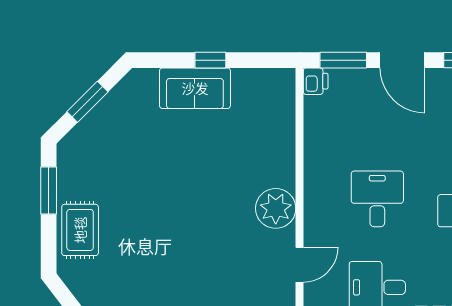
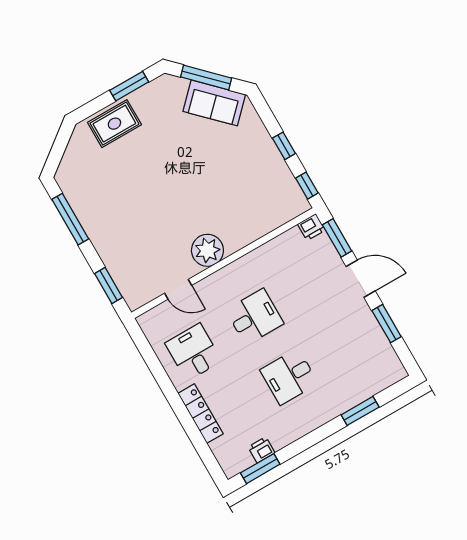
window: (268, 60) -> (307, 186), added
door: (402, 60) -> (361, 279), swing flipped
sofa: (195, 88) -> (214, 103), moved, turned -45
window: (87, 102) -> (206, 77), width x1.44

